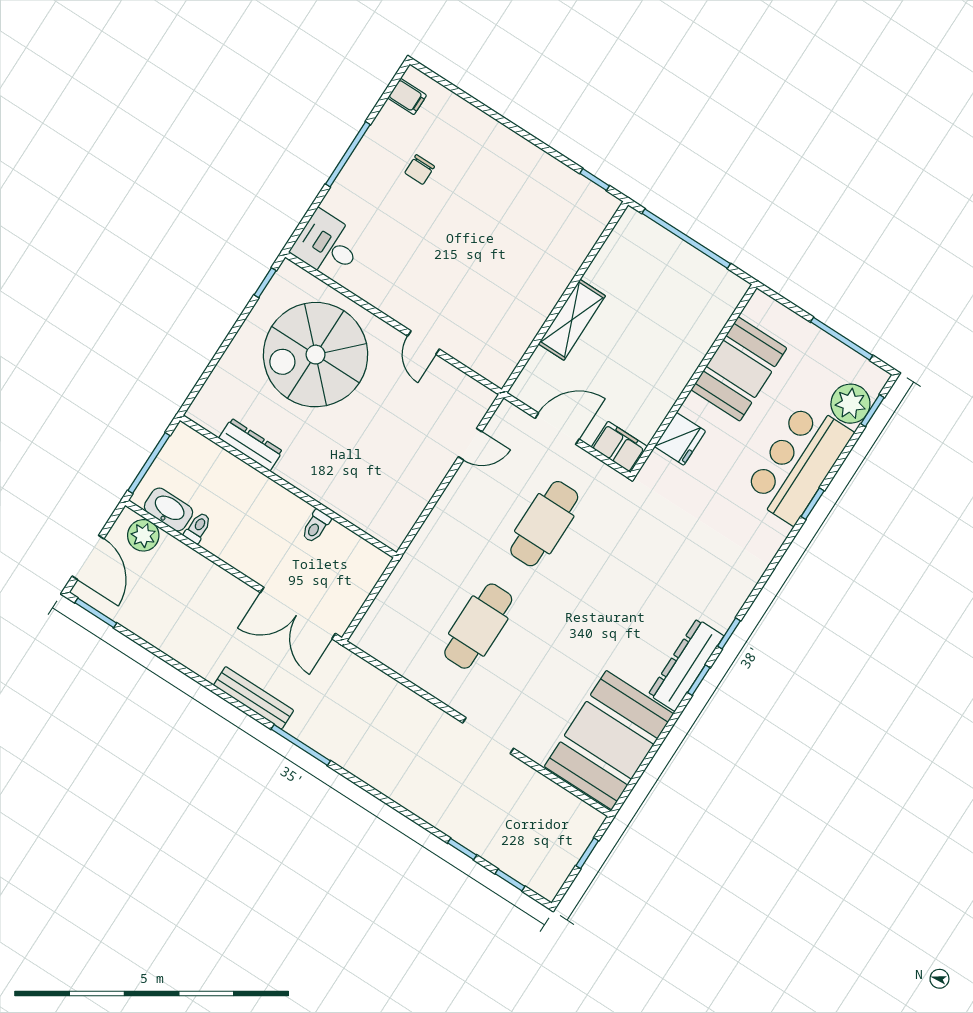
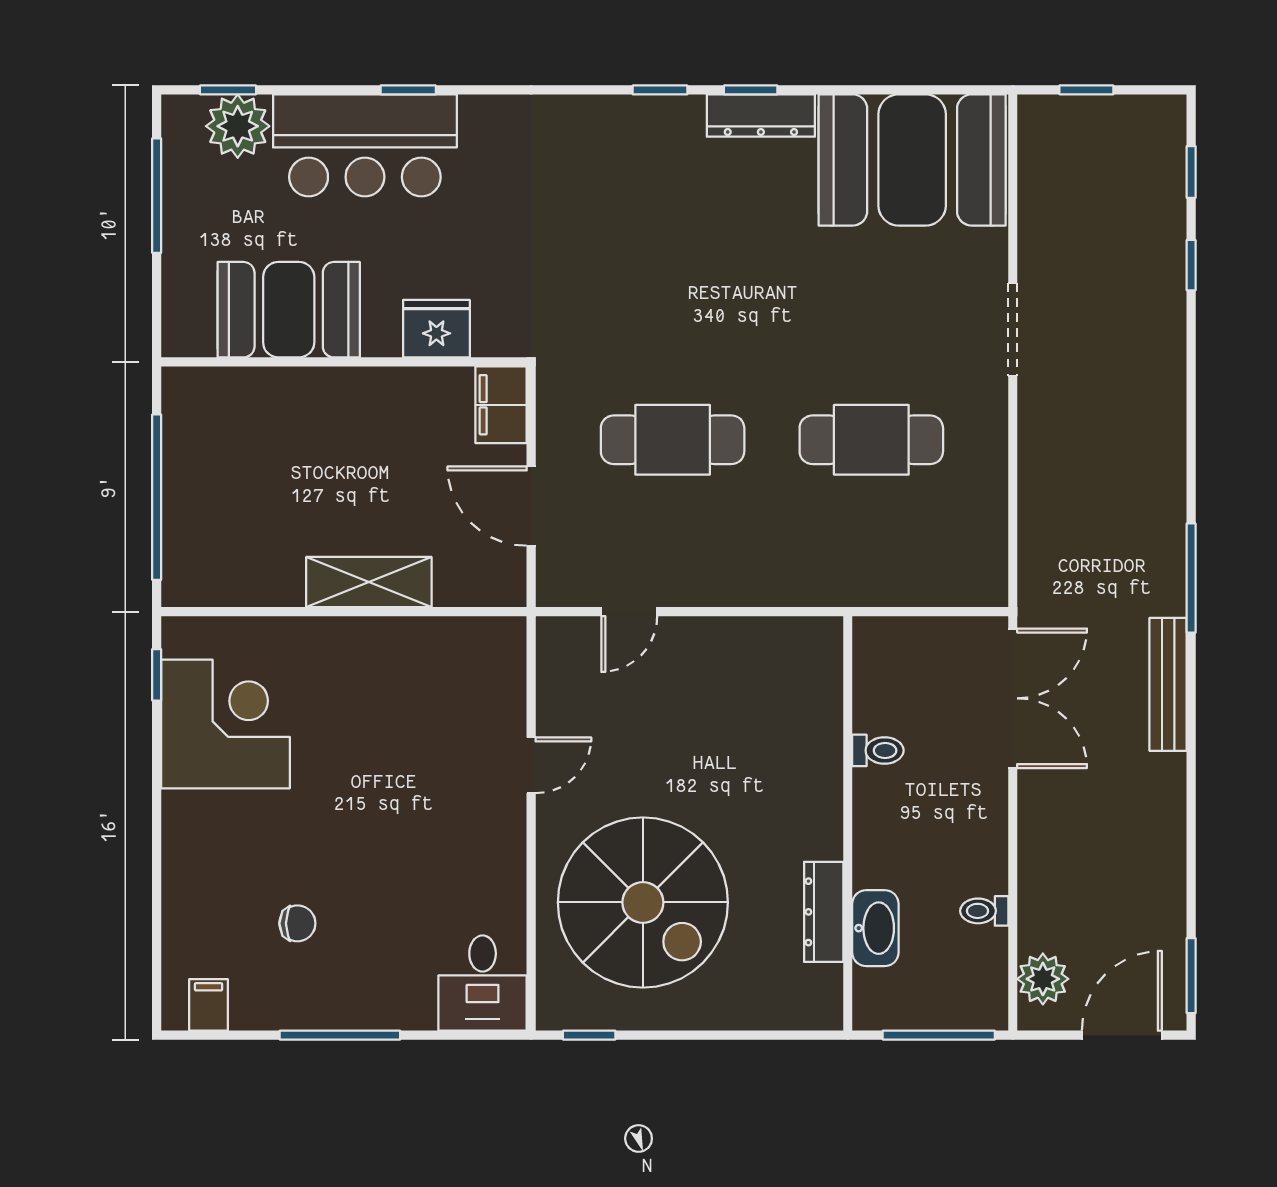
corner desk: (546, 199) -> (225, 724), added
door: (470, 444) -> (629, 612), swing flipped
washbasin: (169, 509) -> (875, 928), moved, turned 180
dresser: (686, 665) -> (761, 115), width x0.73, depth x0.80

